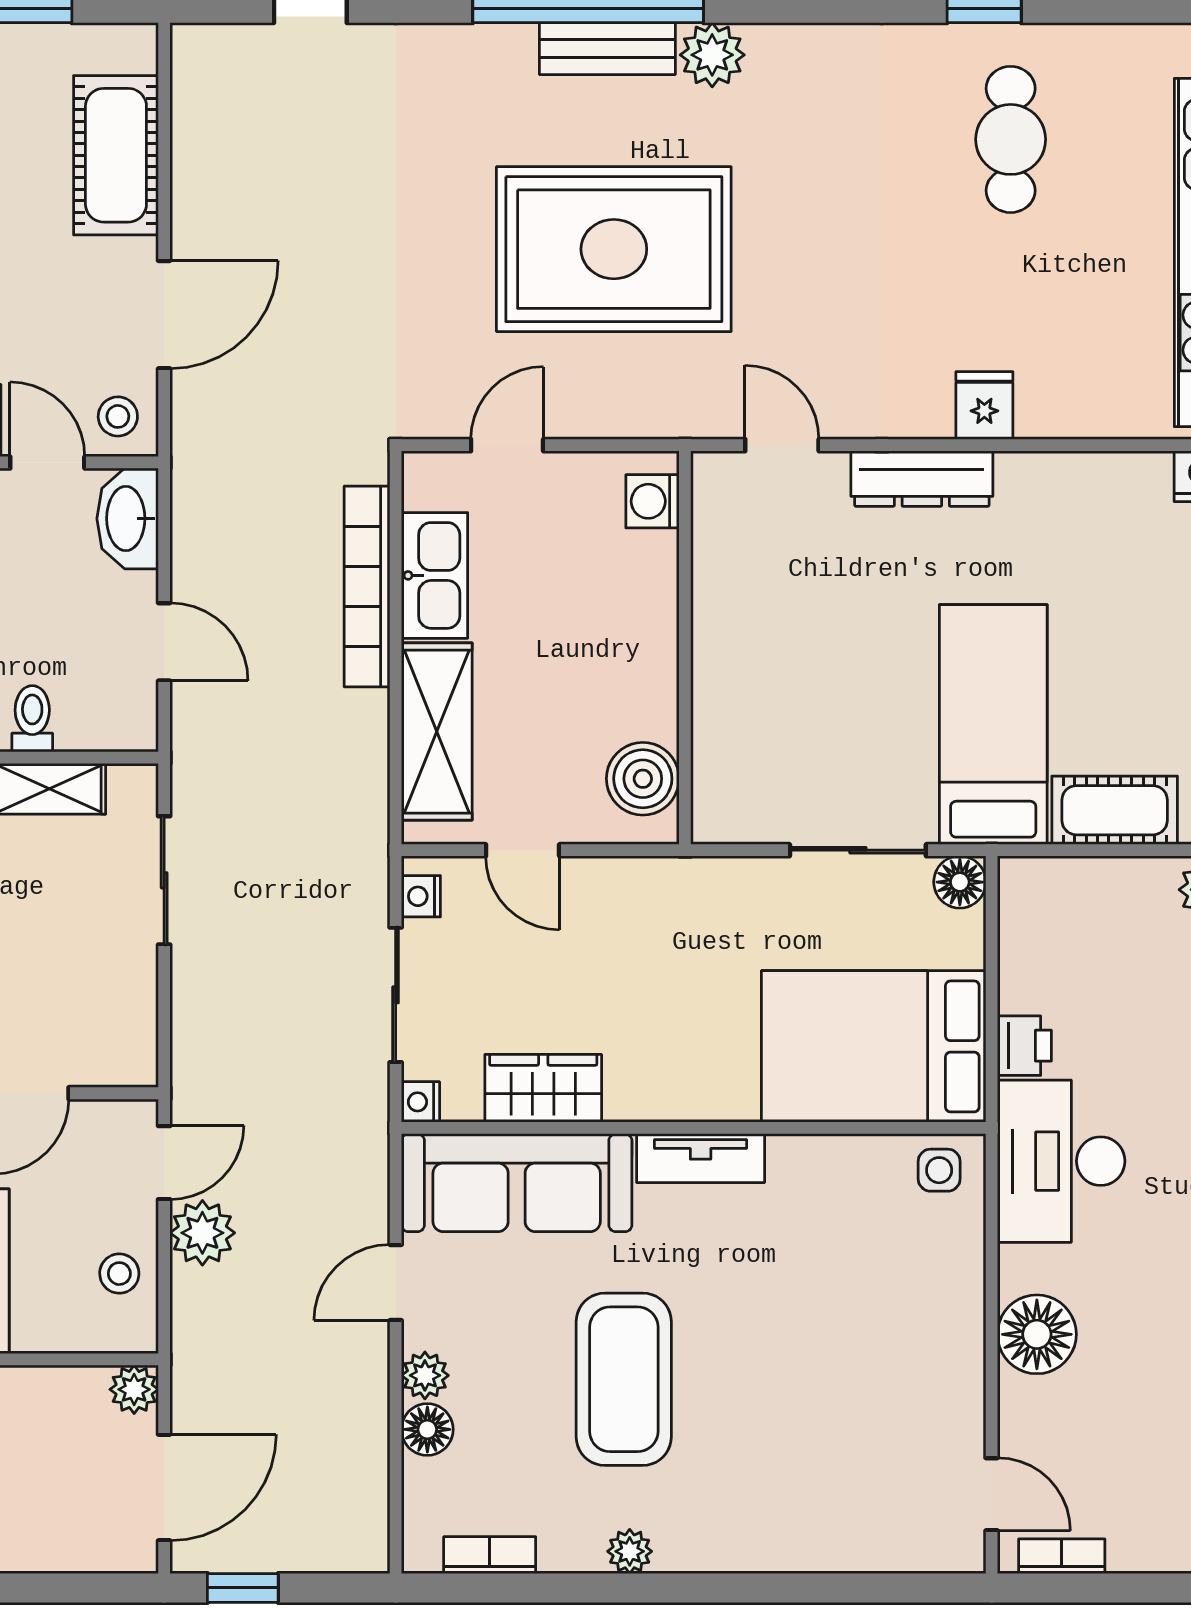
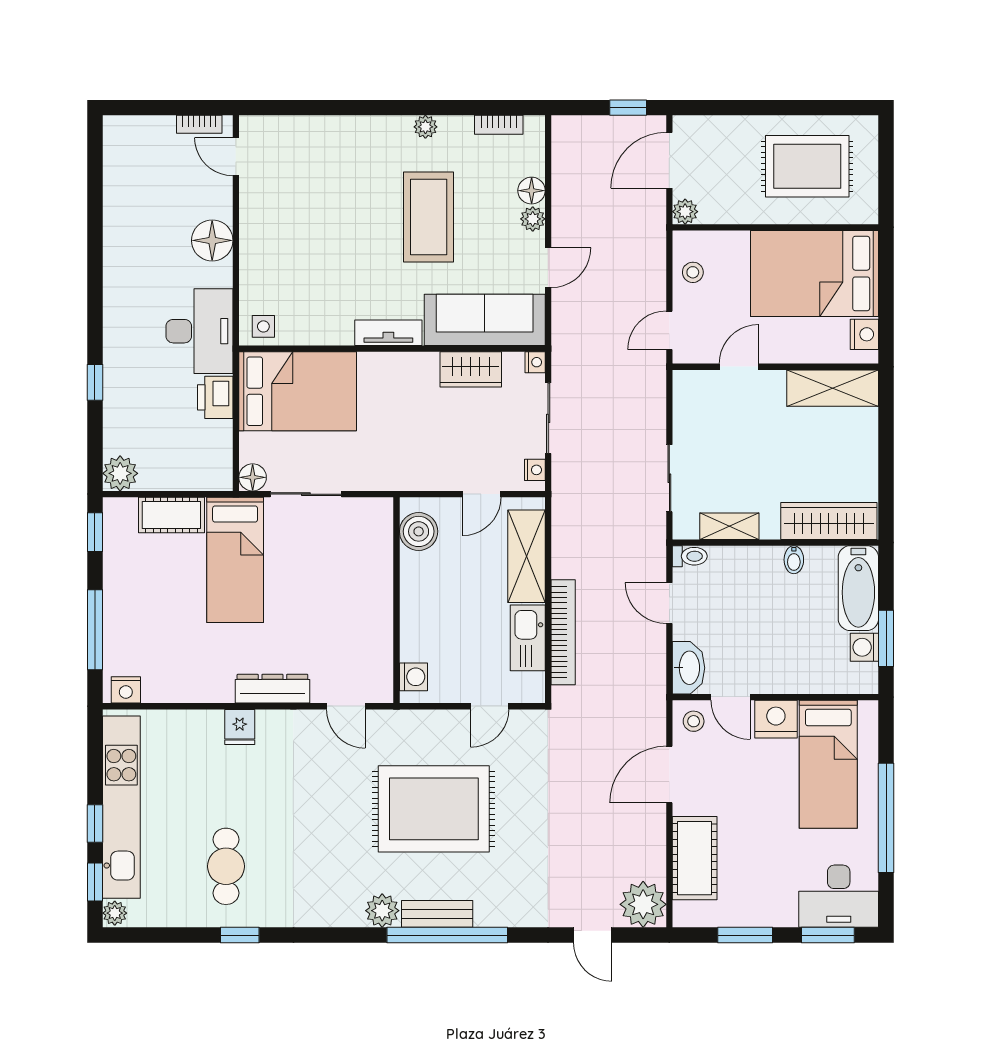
toilet: (32, 719) -> (690, 556), moved, turned -90
door: (523, 850) -> (482, 494), swing flipped
printer: (1024, 1046) -> (215, 397), width x1.36, depth x1.24
plant: (202, 1233) -> (643, 904), moved, width x1.36, depth x1.36

